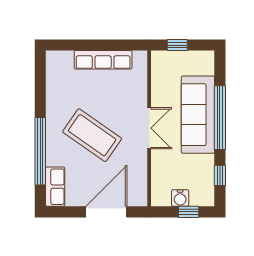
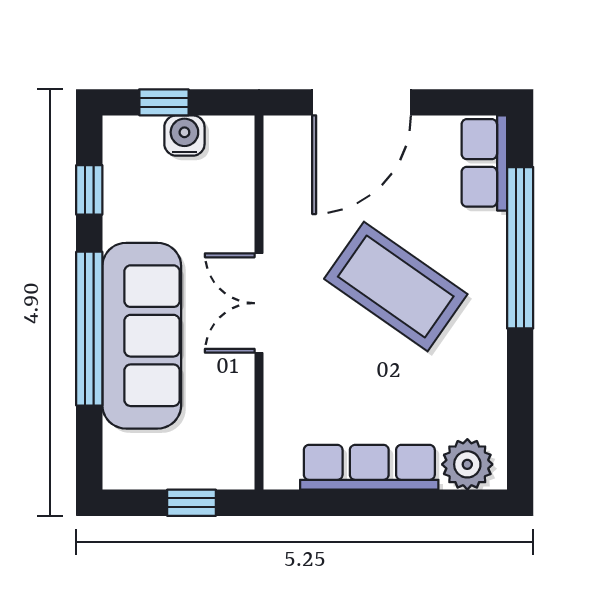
plant: (62, 61) -> (467, 464), added

